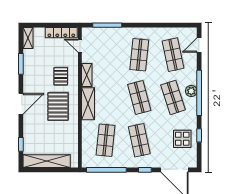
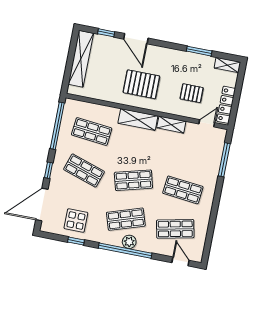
pallet: (61, 76) -> (192, 93), moved
door: (21, 104) -> (136, 39), moved
shop shelf: (139, 140) -> (84, 171), turned 30

